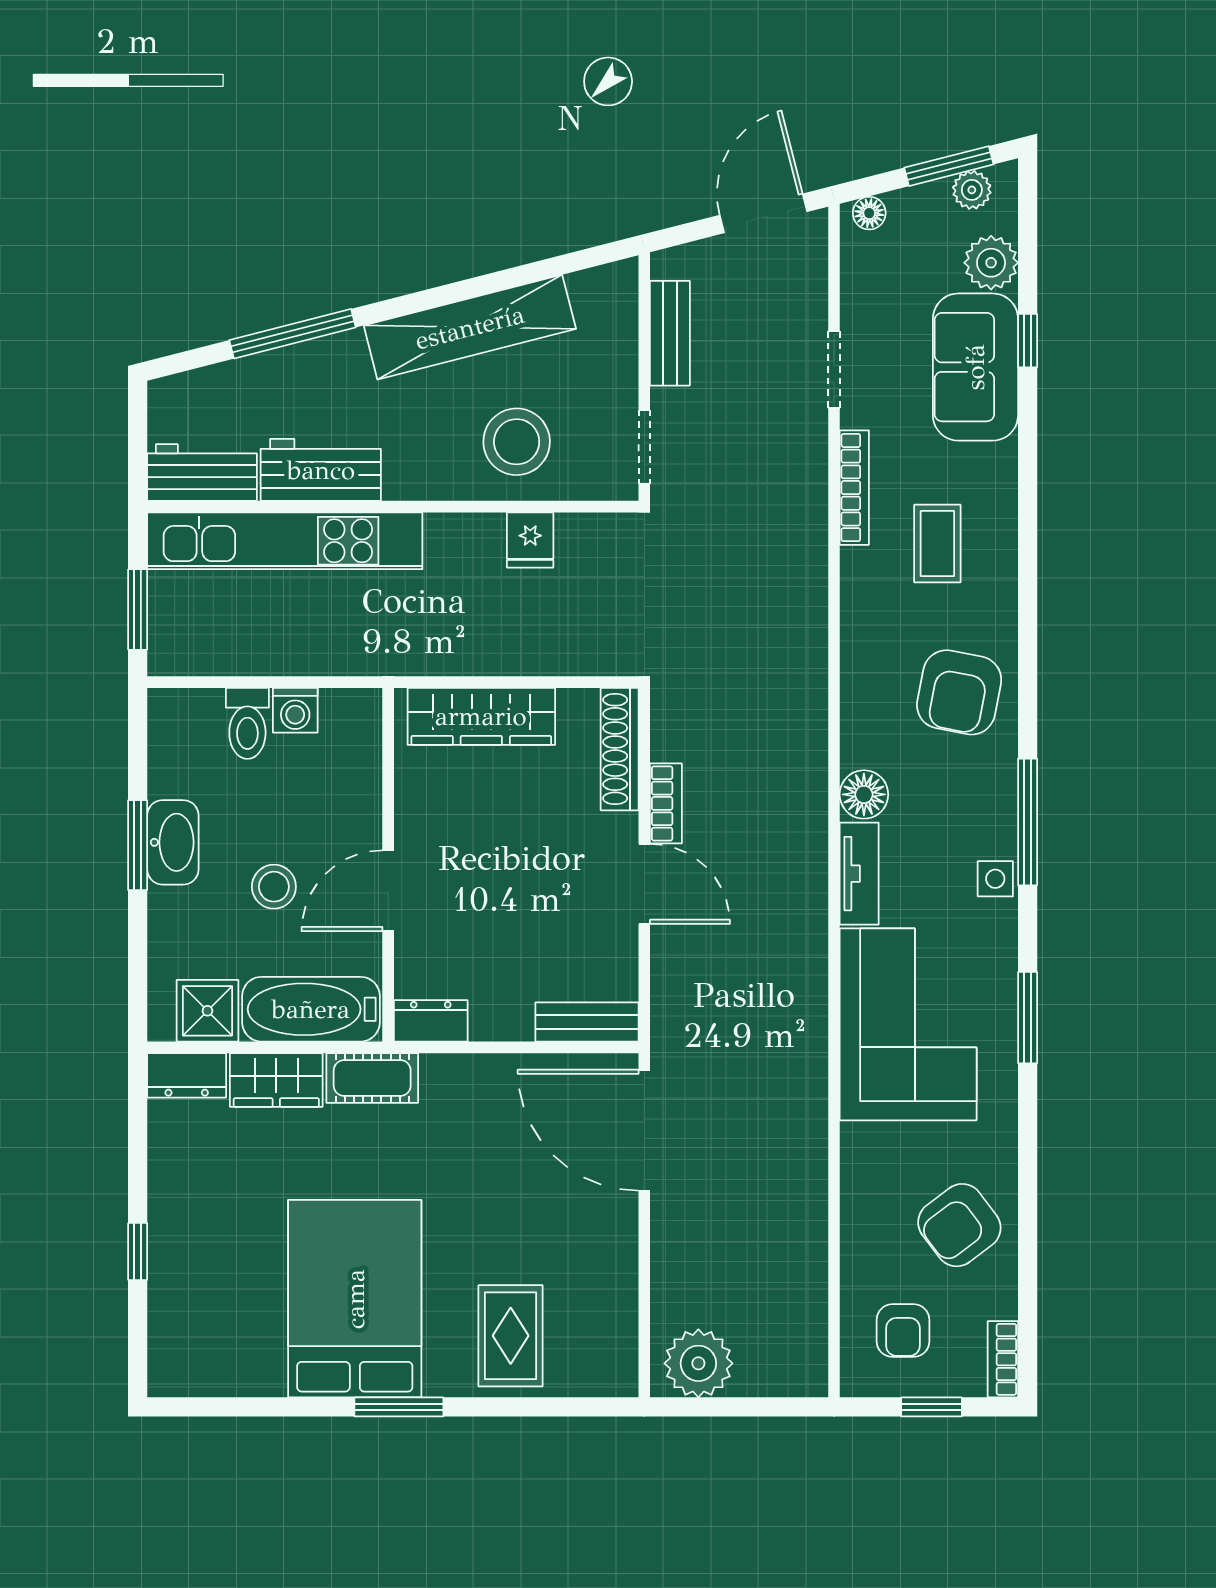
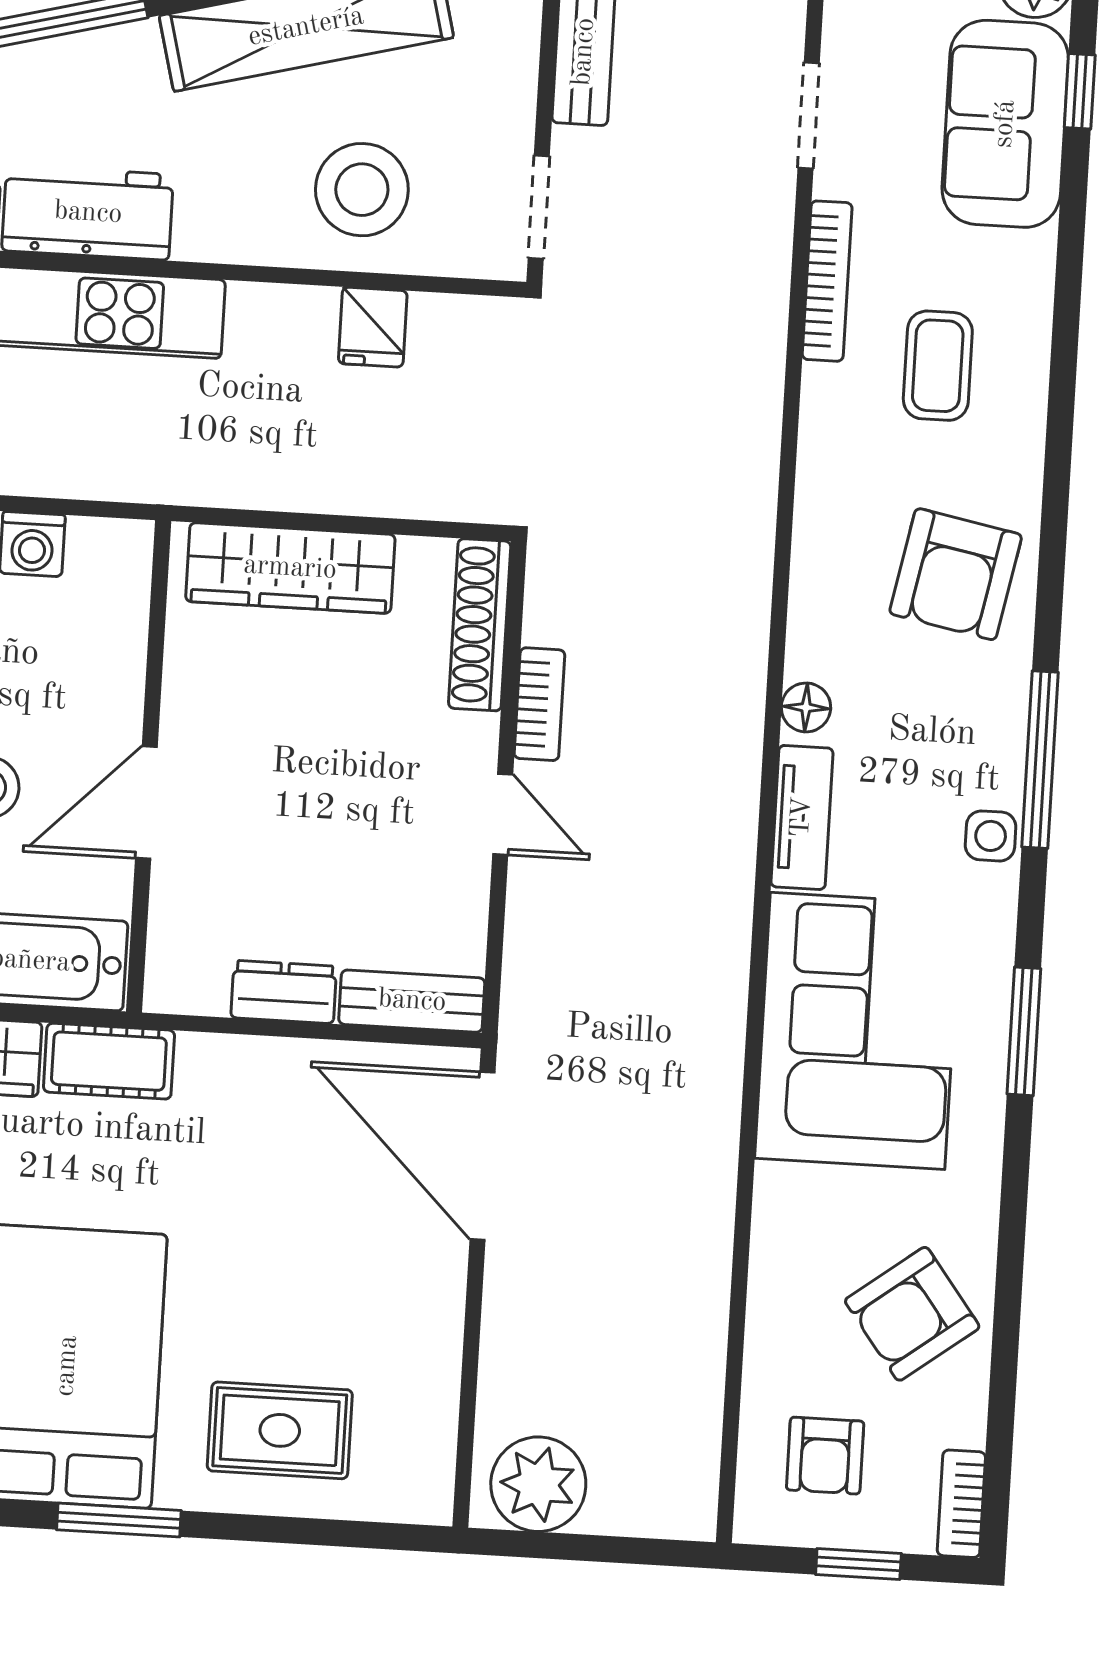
floor lamp: (864, 794) -> (806, 707), width x0.73, depth x0.73
door: (644, 884) -> (503, 814), width x0.73
dresser: (431, 1021) -> (284, 992), moved
rug: (511, 1336) -> (280, 1430), turned 90

